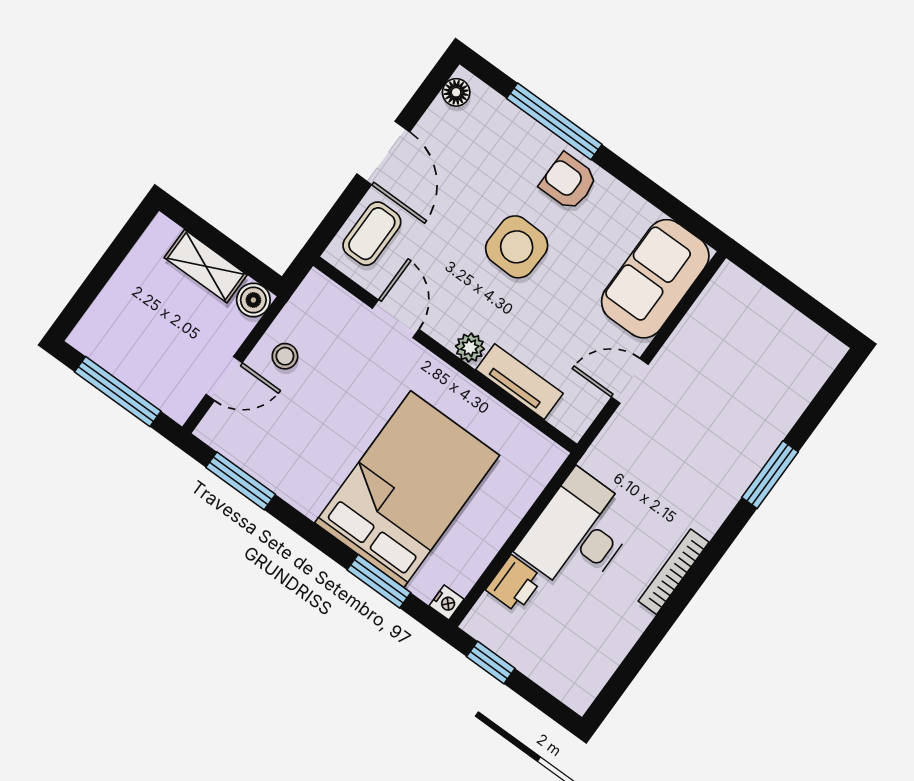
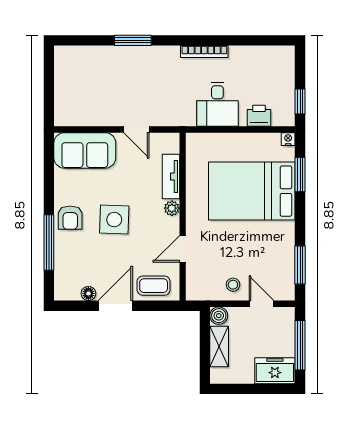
floor lamp: (456, 92) -> (88, 293), moved
freezer: (107, 325) -> (275, 371), added
desk: (578, 533) -> (217, 104), width x0.73

